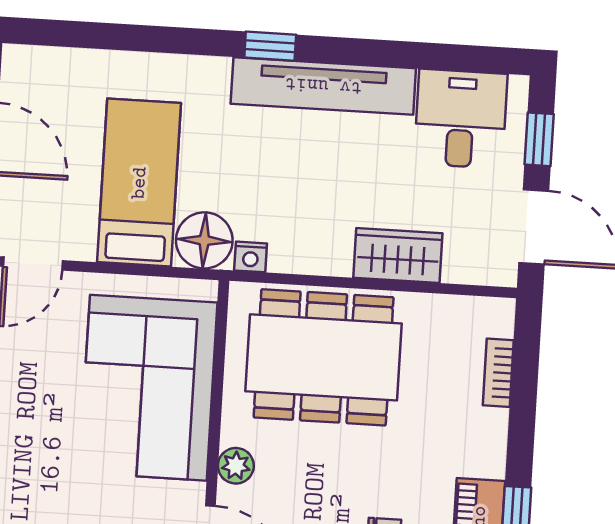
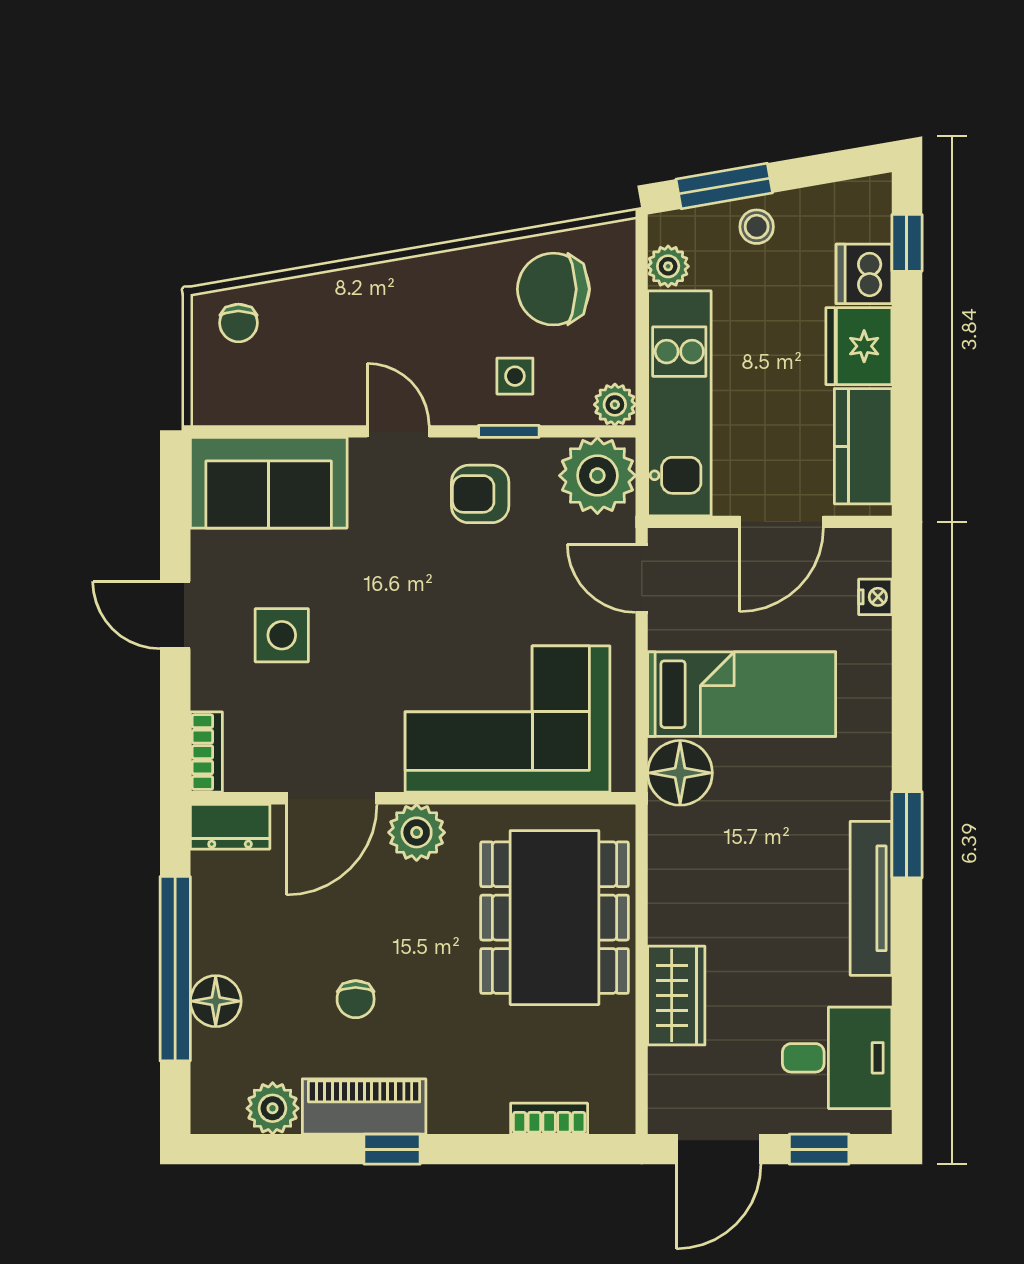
window: (270, 46) -> (907, 835), width x1.50
tv unit: (323, 86) -> (871, 898), width x0.73, depth x0.78
nightstand: (251, 257) -> (875, 597), moved, turned 180
plant: (236, 466) -> (417, 832), width x1.38, depth x1.38

